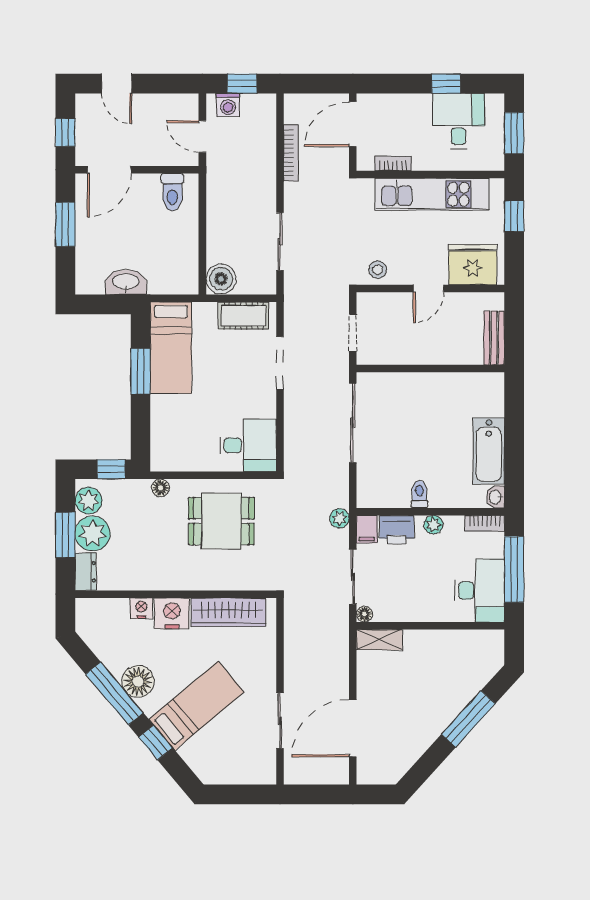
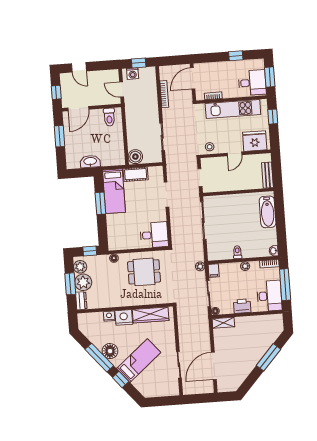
desk: (458, 121) -> (252, 83), moved, turned 90
cot: (244, 316) -> (136, 174), moved
bathtub: (489, 451) -> (268, 212), moved
printer: (397, 530) -> (242, 306), moved, turned 180

